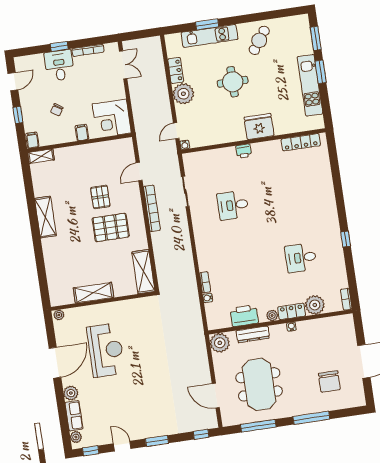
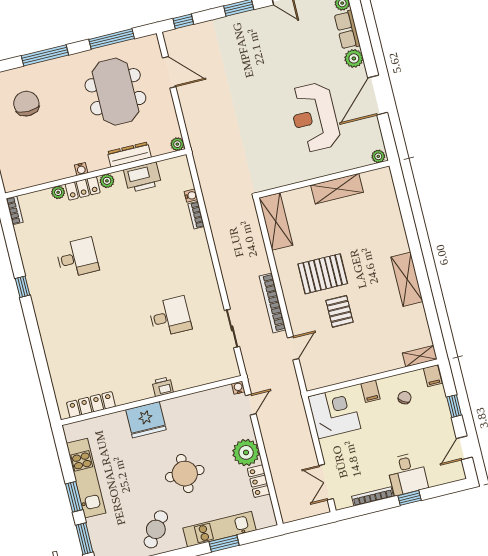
chair: (57, 110) -> (405, 398), moved
plant: (315, 305) -> (58, 192), width x0.53, depth x0.53
plant: (220, 343) -> (177, 144), width x0.53, depth x0.53

